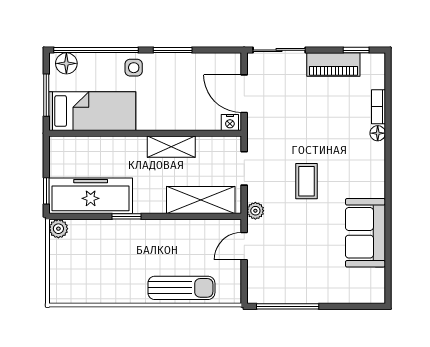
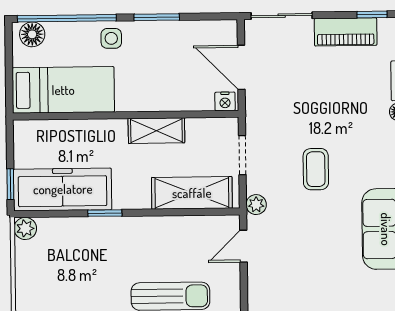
window: (46, 95) -> (9, 72), removed

